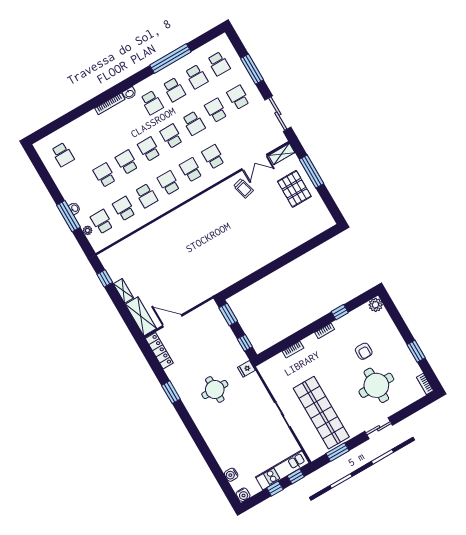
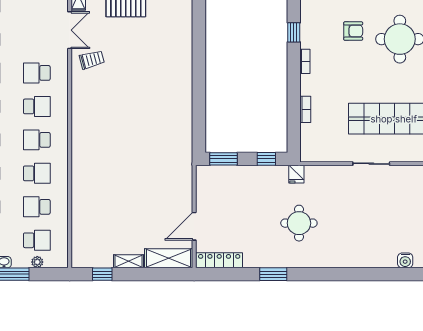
school desk: (191, 170) -> (37, 106), turned 180
school desk: (102, 222) -> (37, 240), turned 180

